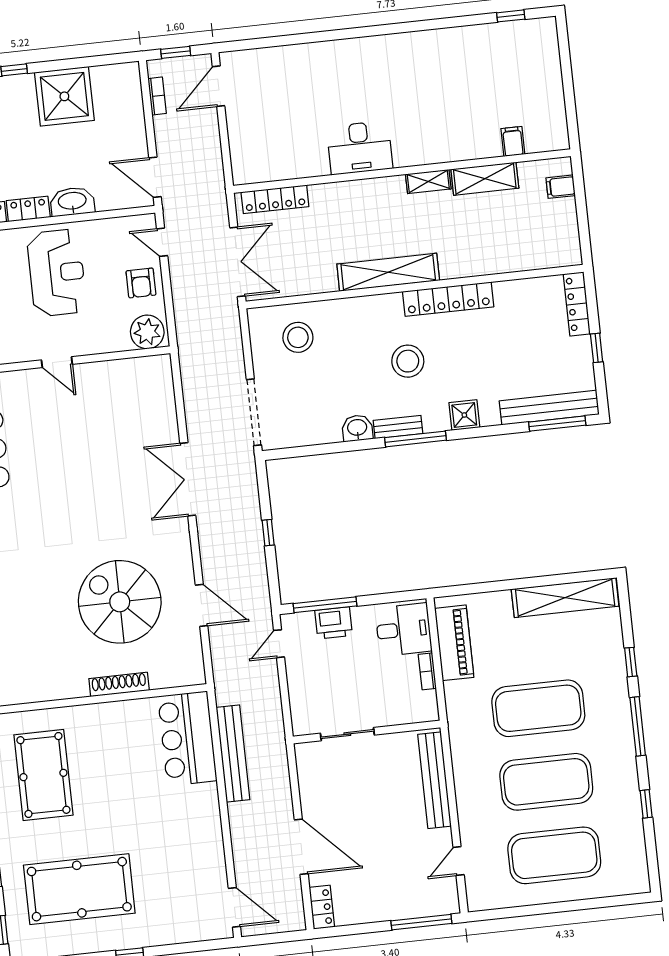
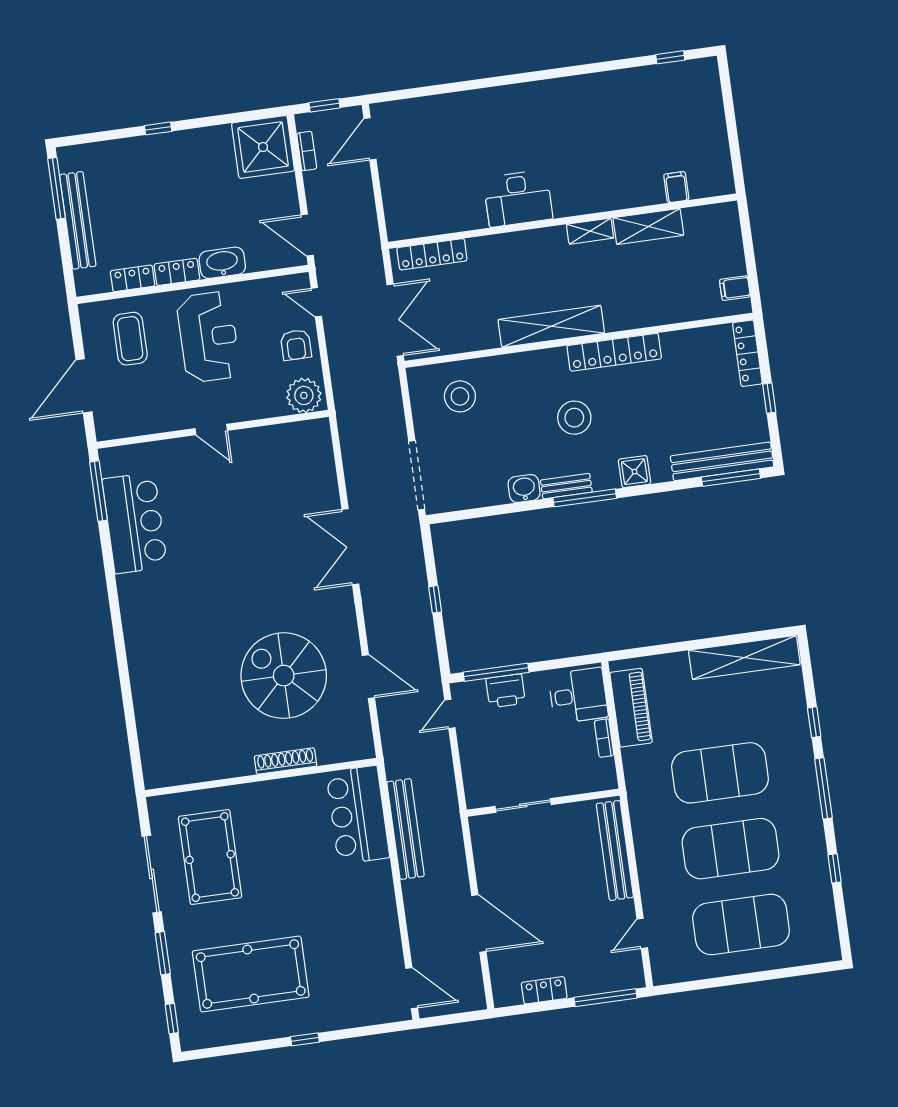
shower: (64, 96) -> (263, 147), moved
filing cabinet: (561, 187) -> (735, 288), moved
locker: (322, 907) -> (544, 990), moved, turned -90

